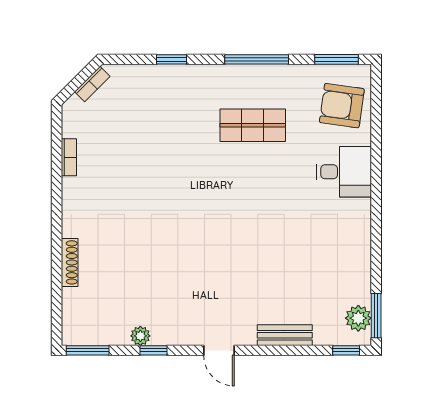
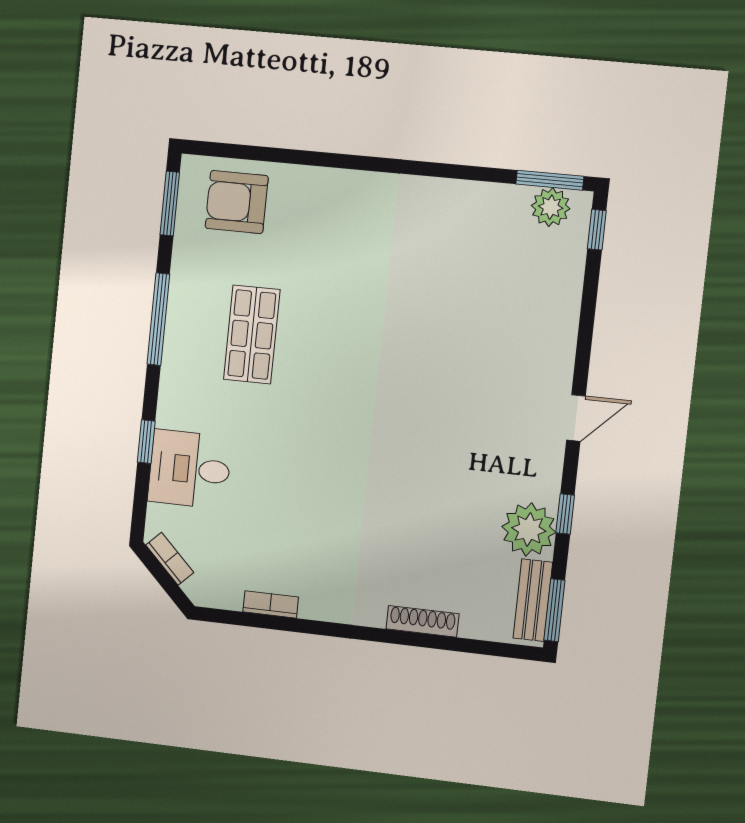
armchair: (342, 106) -> (237, 202), turned 82
desk: (344, 172) -> (190, 469), moved, turned -90
bench: (285, 335) -> (533, 600), moved
plant: (140, 336) -> (529, 529), width x1.88, depth x1.88

